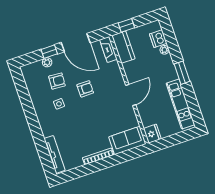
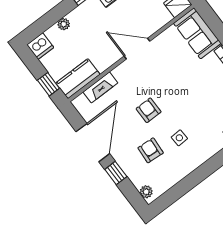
dishwasher: (158, 39) -> (40, 46), moved
fireplace: (108, 49) -> (100, 87), moved
plant: (47, 62) -> (146, 192), moved

